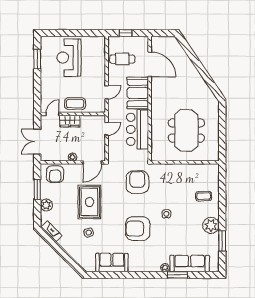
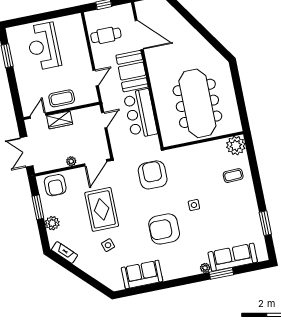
meeting table: (186, 130) -> (197, 103), width x1.36
plant: (211, 225) -> (236, 146), moved

